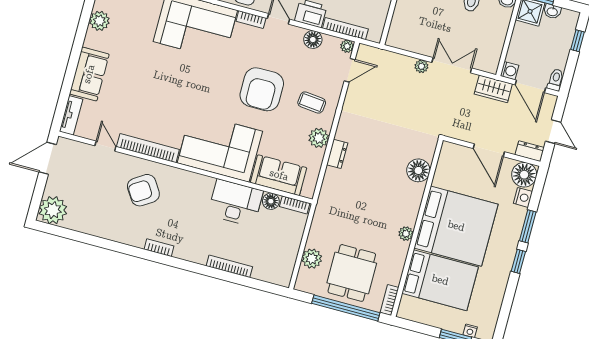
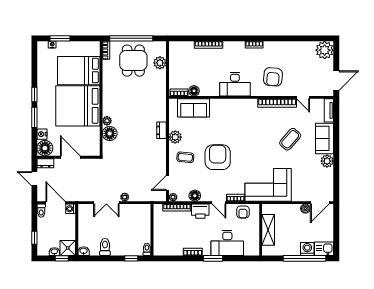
plant: (99, 21) -> (327, 161), moved
coffee table: (143, 87) -> (290, 139), added
wardrobe: (493, 89) -> (77, 195), removed
corner sofa: (220, 147) -> (234, 115), removed
armchair: (143, 190) -> (273, 77), turned 128
desk: (235, 203) -> (235, 84), moved
plant: (406, 234) -> (107, 121), moved

